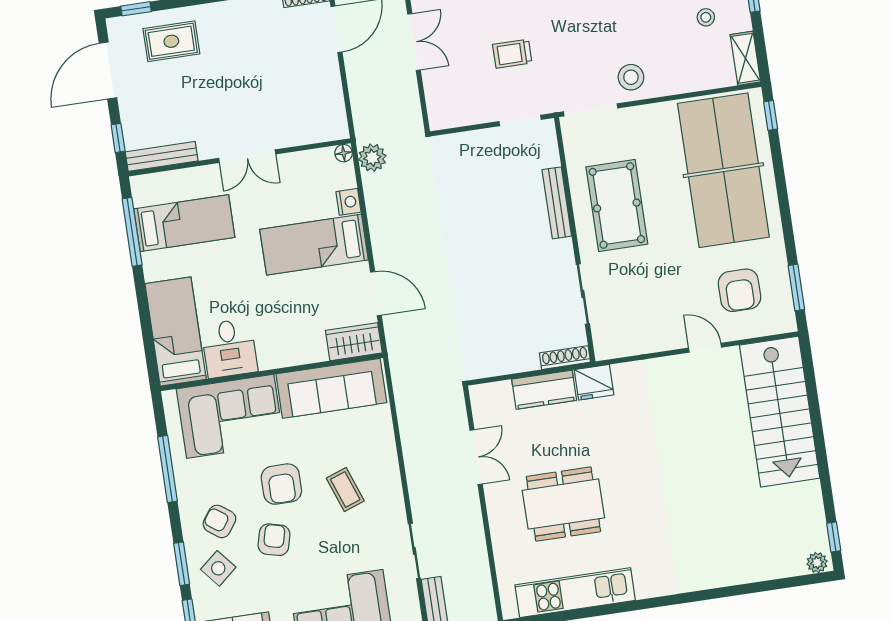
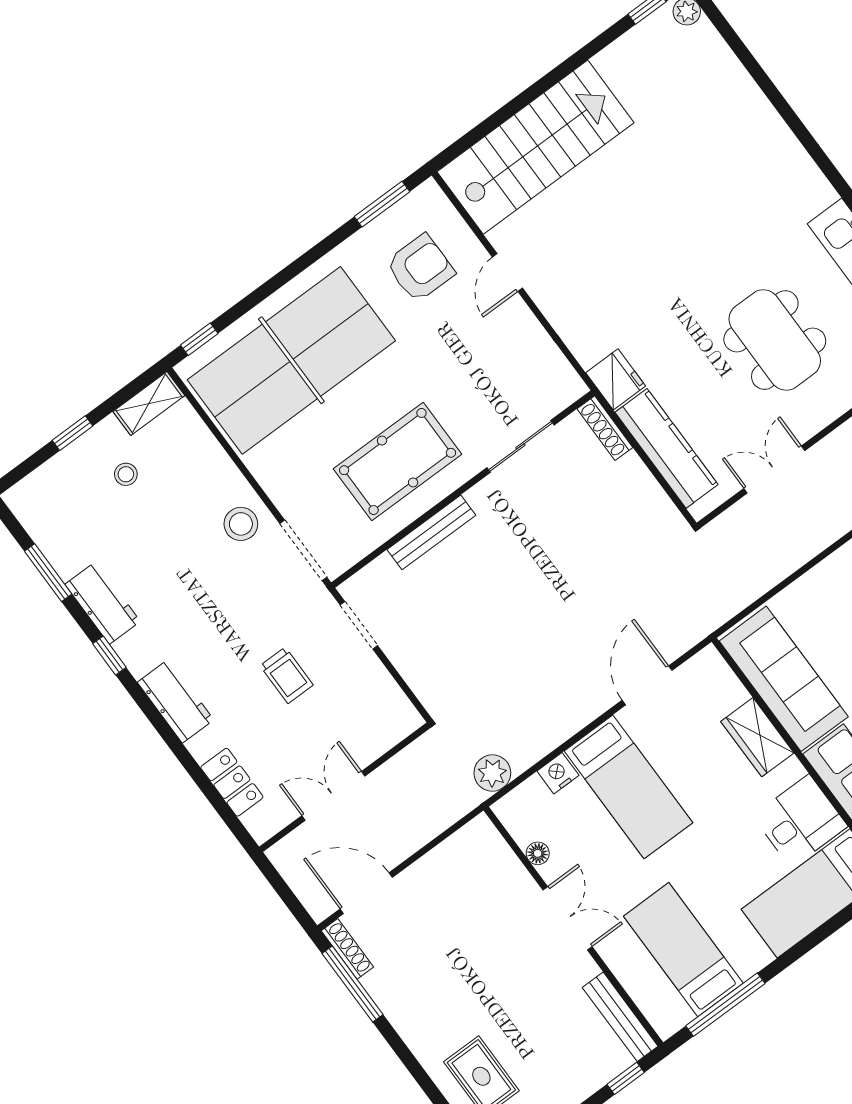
floor lamp: (344, 153) -> (538, 853), moved
wardrobe: (354, 342) -> (757, 737), moved
kitchen counter: (544, 390) -> (667, 448), width x1.50

